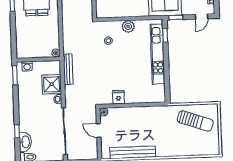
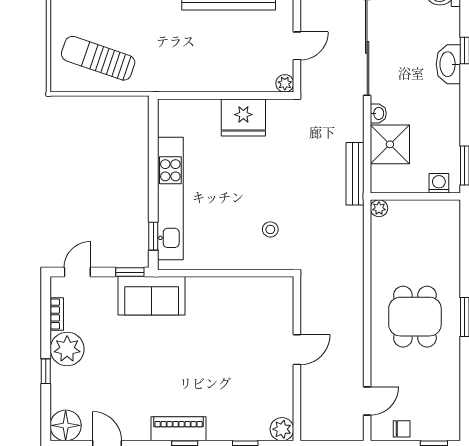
plant: (128, 26) -> (229, 257), removed
fridge: (118, 97) -> (243, 118), width x1.88, depth x1.34
door: (99, 131) -> (297, 46), hinge flipped
washbasin: (25, 142) -> (448, 64), moved

